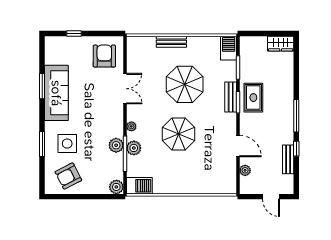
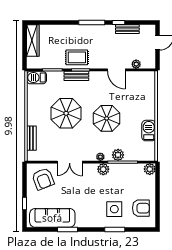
bench: (171, 42) -> (31, 138), moved
wardrobe: (281, 44) -> (33, 40), width x1.50
armchair: (104, 56) -> (43, 179), turned -111
double door: (125, 89) -> (70, 162), swing flipped
sofa: (56, 93) -> (52, 218), moved
plant: (116, 145) -> (103, 169), moved
door: (238, 146) -> (116, 70), swing flipped
armchair: (68, 176) -> (141, 208), turned -63
barbecue: (139, 186) -> (149, 131), moved

